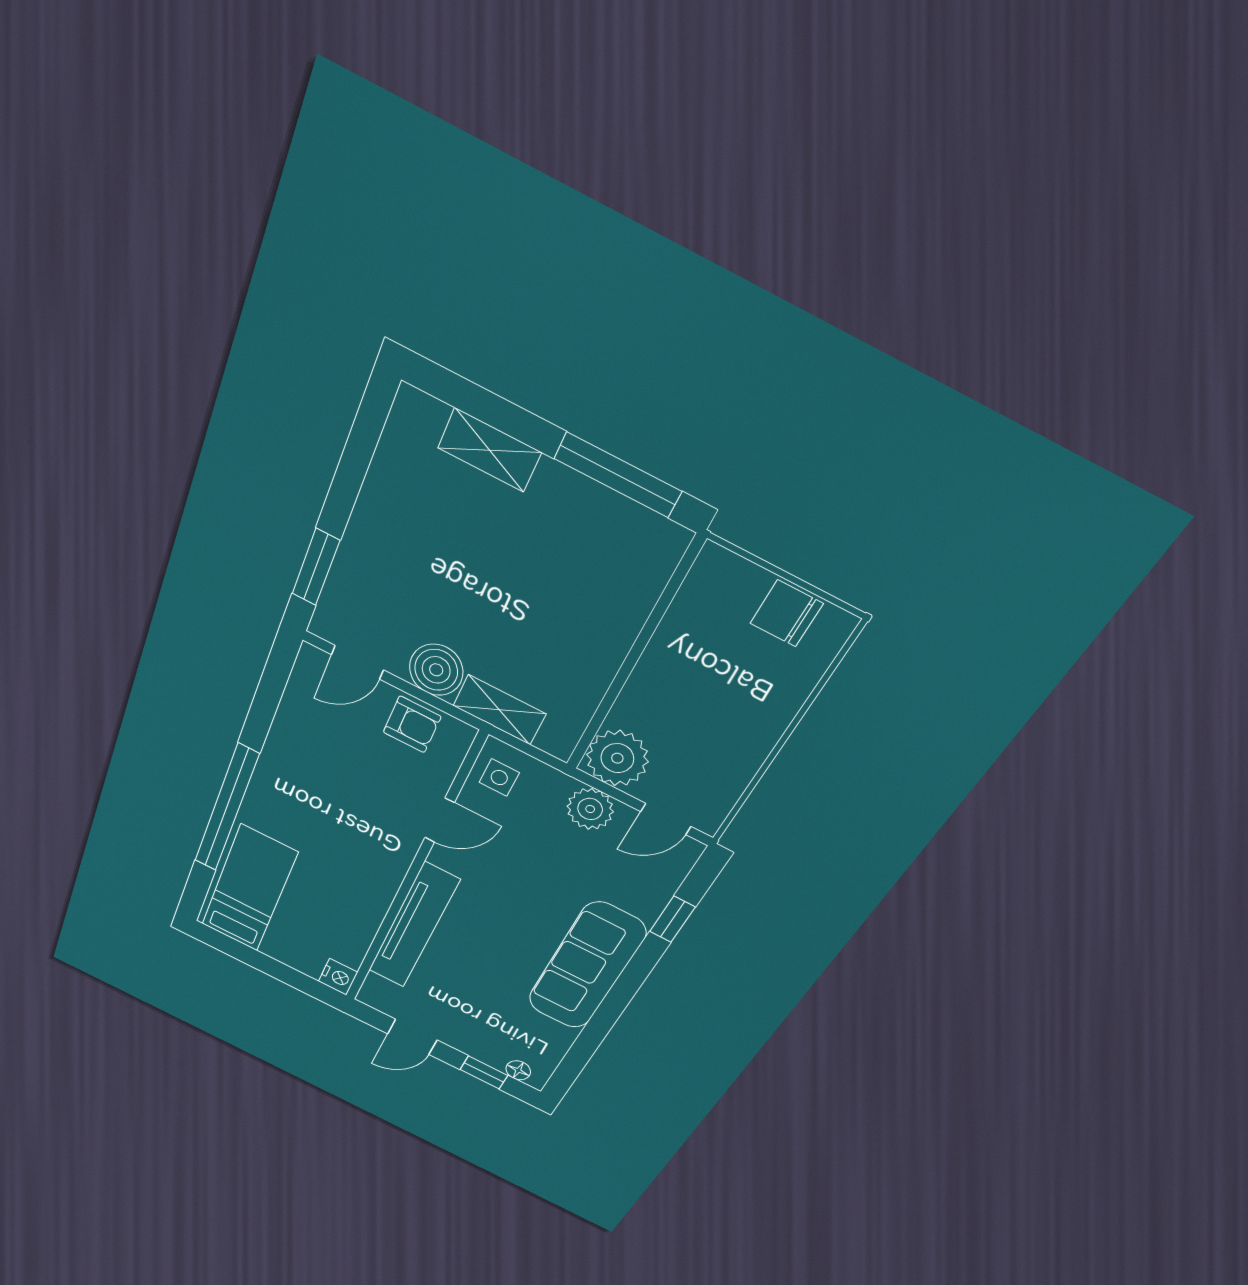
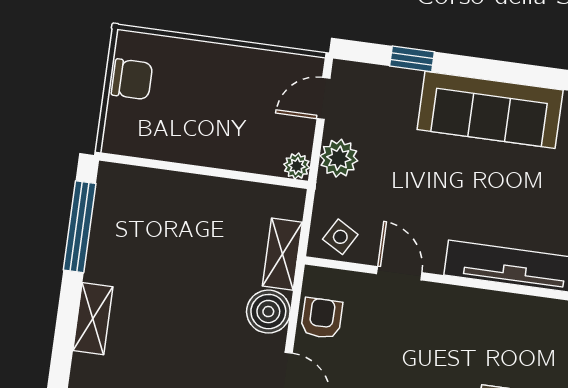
chair: (787, 613) -> (132, 79), turned -90
plant: (617, 758) -> (297, 166), width x0.53, depth x0.53
side table: (499, 778) -> (340, 237), turned 30
door: (666, 819) -> (323, 99), swing flipped

